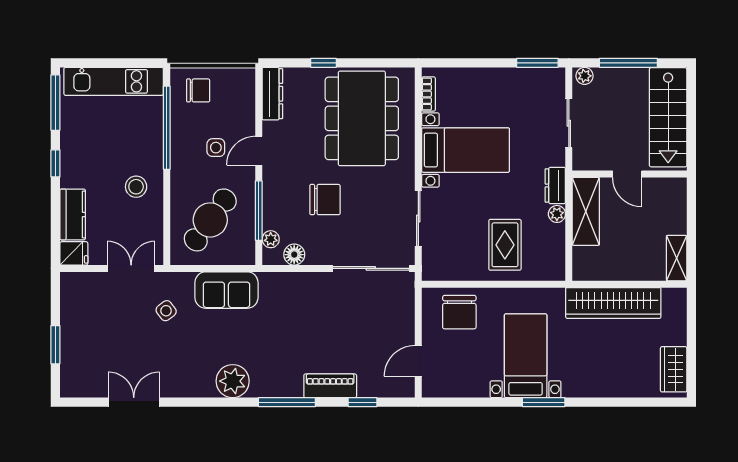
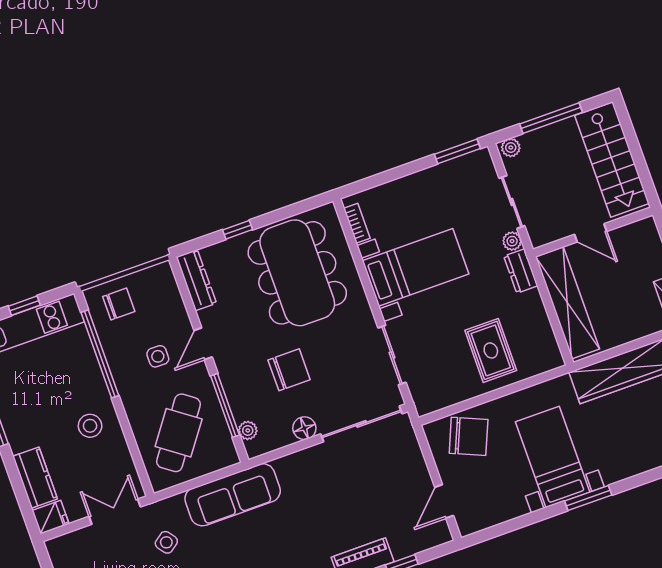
window: (116, 63) -> (24, 306), added
shelving: (586, 211) -> (567, 303), width x1.47
plant: (557, 214) -> (512, 241), moved
floor lamp: (294, 255) -> (304, 428), moved
sofa: (226, 290) -> (233, 495), width x1.36
chair: (459, 312) -> (469, 436), turned -67

